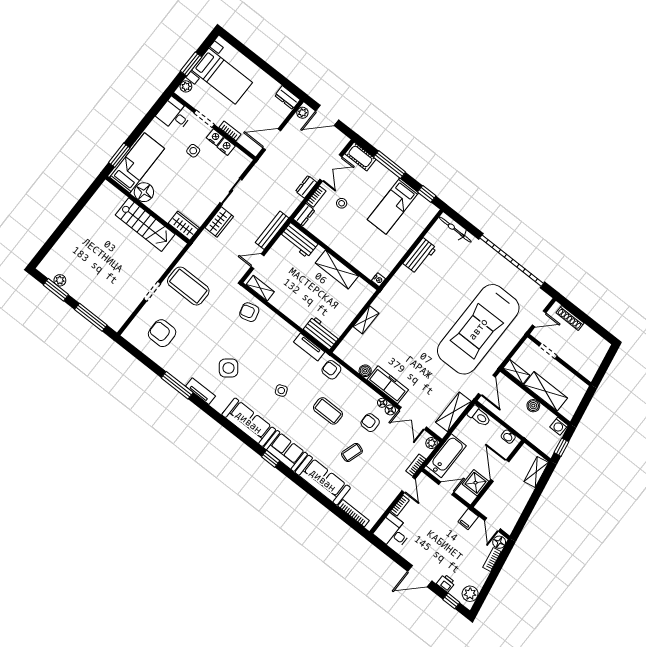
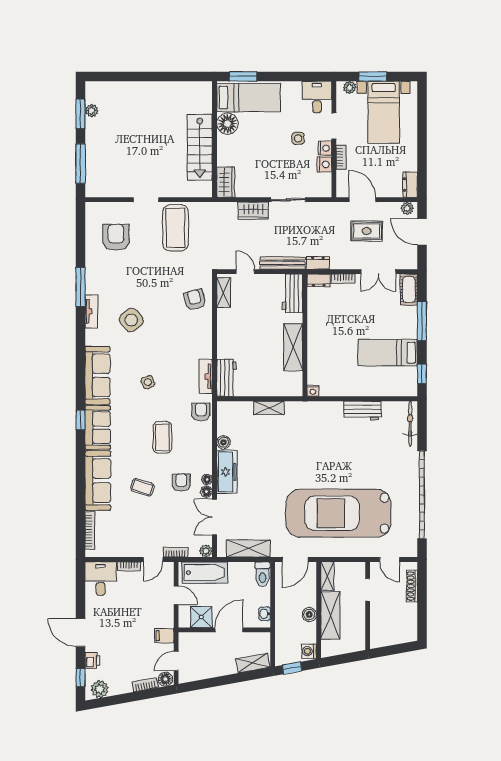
rug: (296, 154) -> (367, 231), added
dresser: (306, 187) -> (318, 263), moved
stool: (342, 203) -> (355, 305), removed

